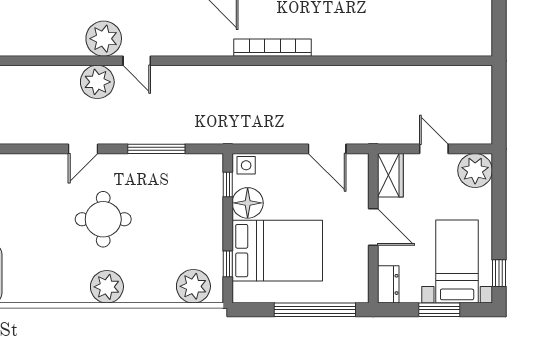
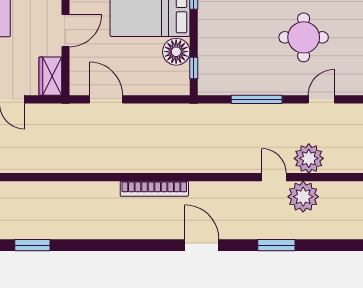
side table: (246, 165) -> (178, 85), removed
door: (373, 227) -> (65, 31), swing flipped

